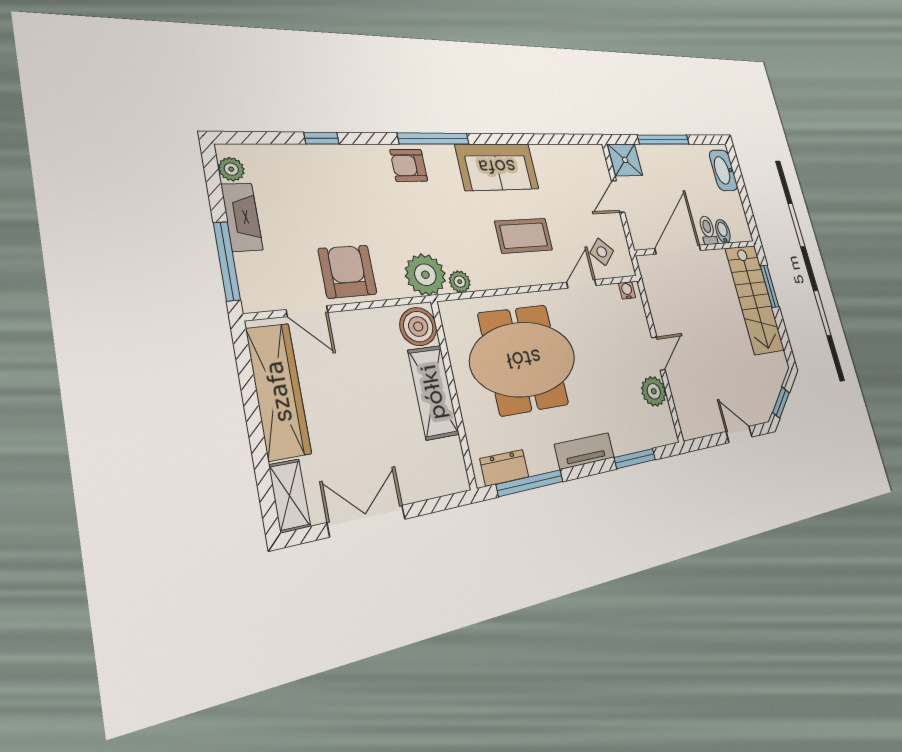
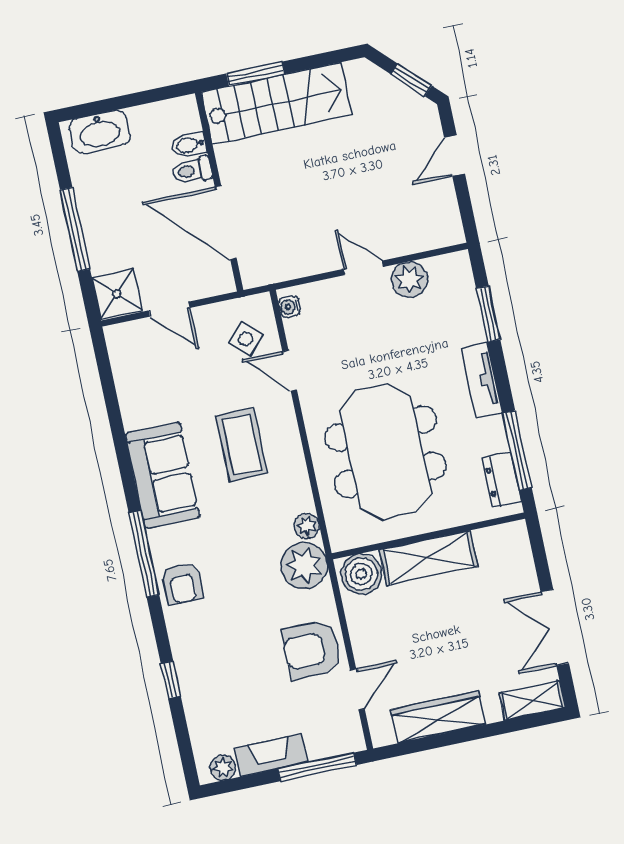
wardrobe: (278, 391) -> (438, 717), width x0.71, depth x0.85

